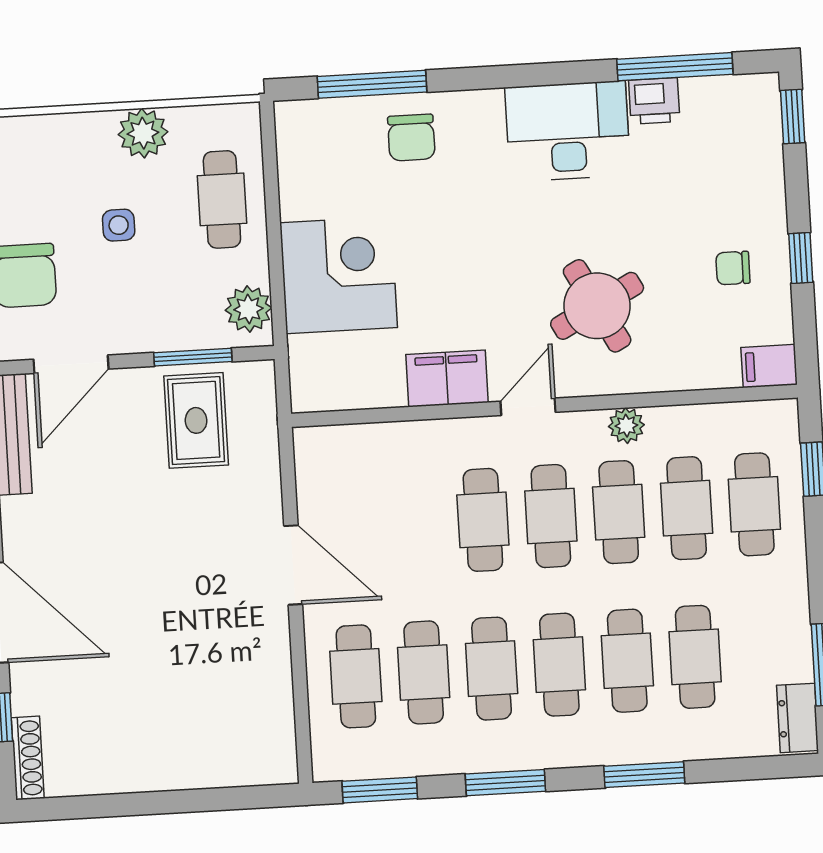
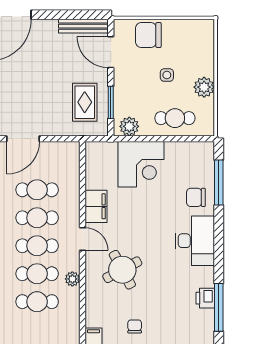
desk: (568, 131) -> (195, 241), moved
rug: (196, 420) -> (85, 102), turned 90
cafe table: (754, 504) -> (37, 190), moved

